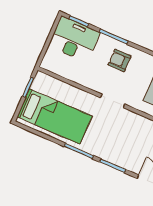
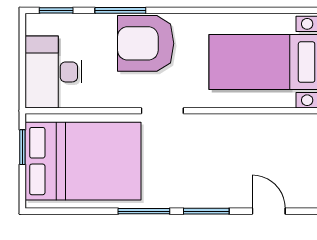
desk: (74, 39) -> (53, 72), moved, turned -90
armchair: (120, 60) -> (146, 43), width x1.88, depth x1.88
bed: (55, 116) -> (83, 161), width x1.50

